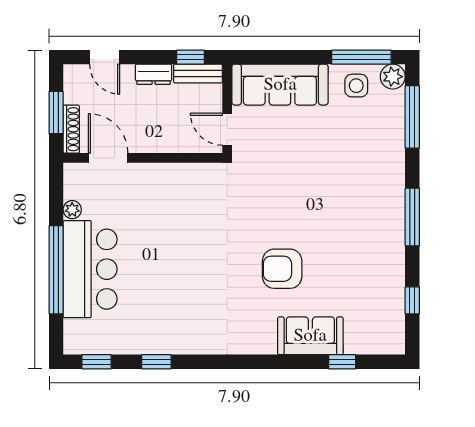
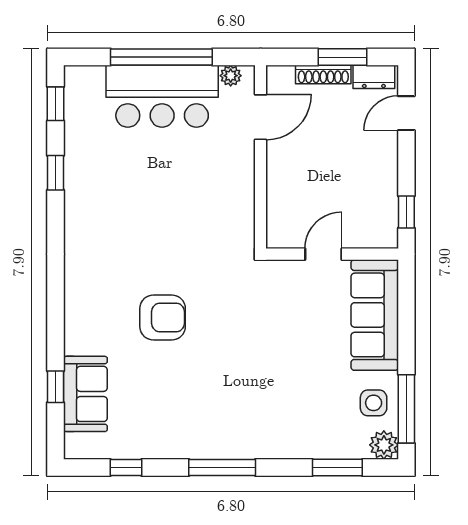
bench: (198, 73) -> (388, 221), removed
dresser: (154, 74) -> (374, 77), moved, turned -90
window: (412, 117) -> (337, 467), width x0.69
door: (108, 158) -> (261, 117), moved
wall: (143, 158) -> (261, 157), moved
armchair: (282, 269) -> (163, 317), turned 90
sofa: (310, 336) -> (85, 394), moved

